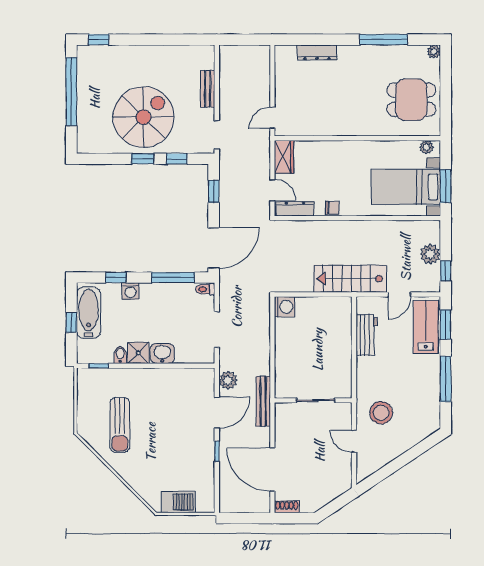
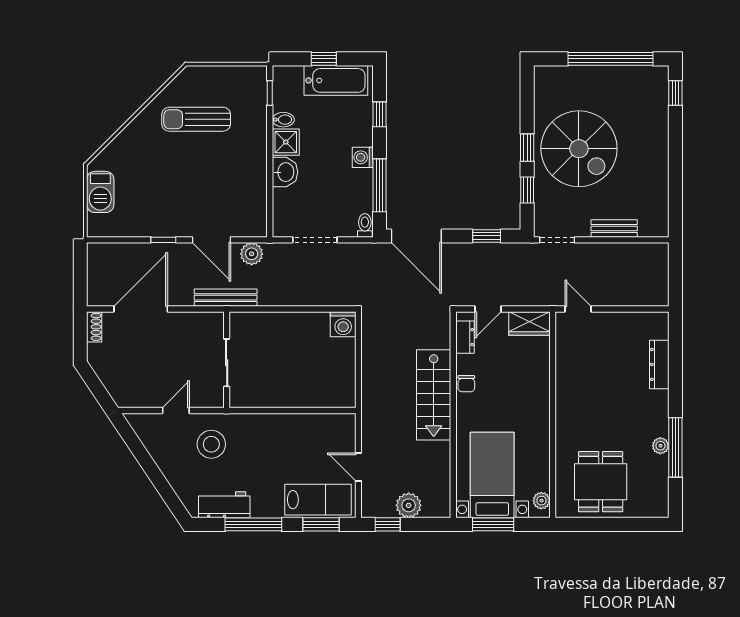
plant: (434, 52) -> (660, 446), moved
dresser: (295, 209) -> (465, 337), width x0.70
stairs: (350, 279) -> (434, 395), moved, turned 180
washing machine: (131, 291) -> (363, 157), moved
workbench: (367, 335) -> (224, 505), moved, turned 180

